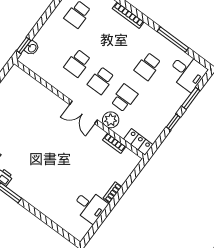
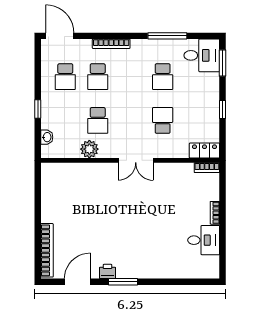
window: (24, 46) -> (38, 109), moved
school desk: (101, 81) -> (98, 77), moved
window: (191, 98) -> (223, 63), moved
plant: (111, 120) -> (89, 149), moved
bookcase: (114, 143) -> (207, 168), moved

